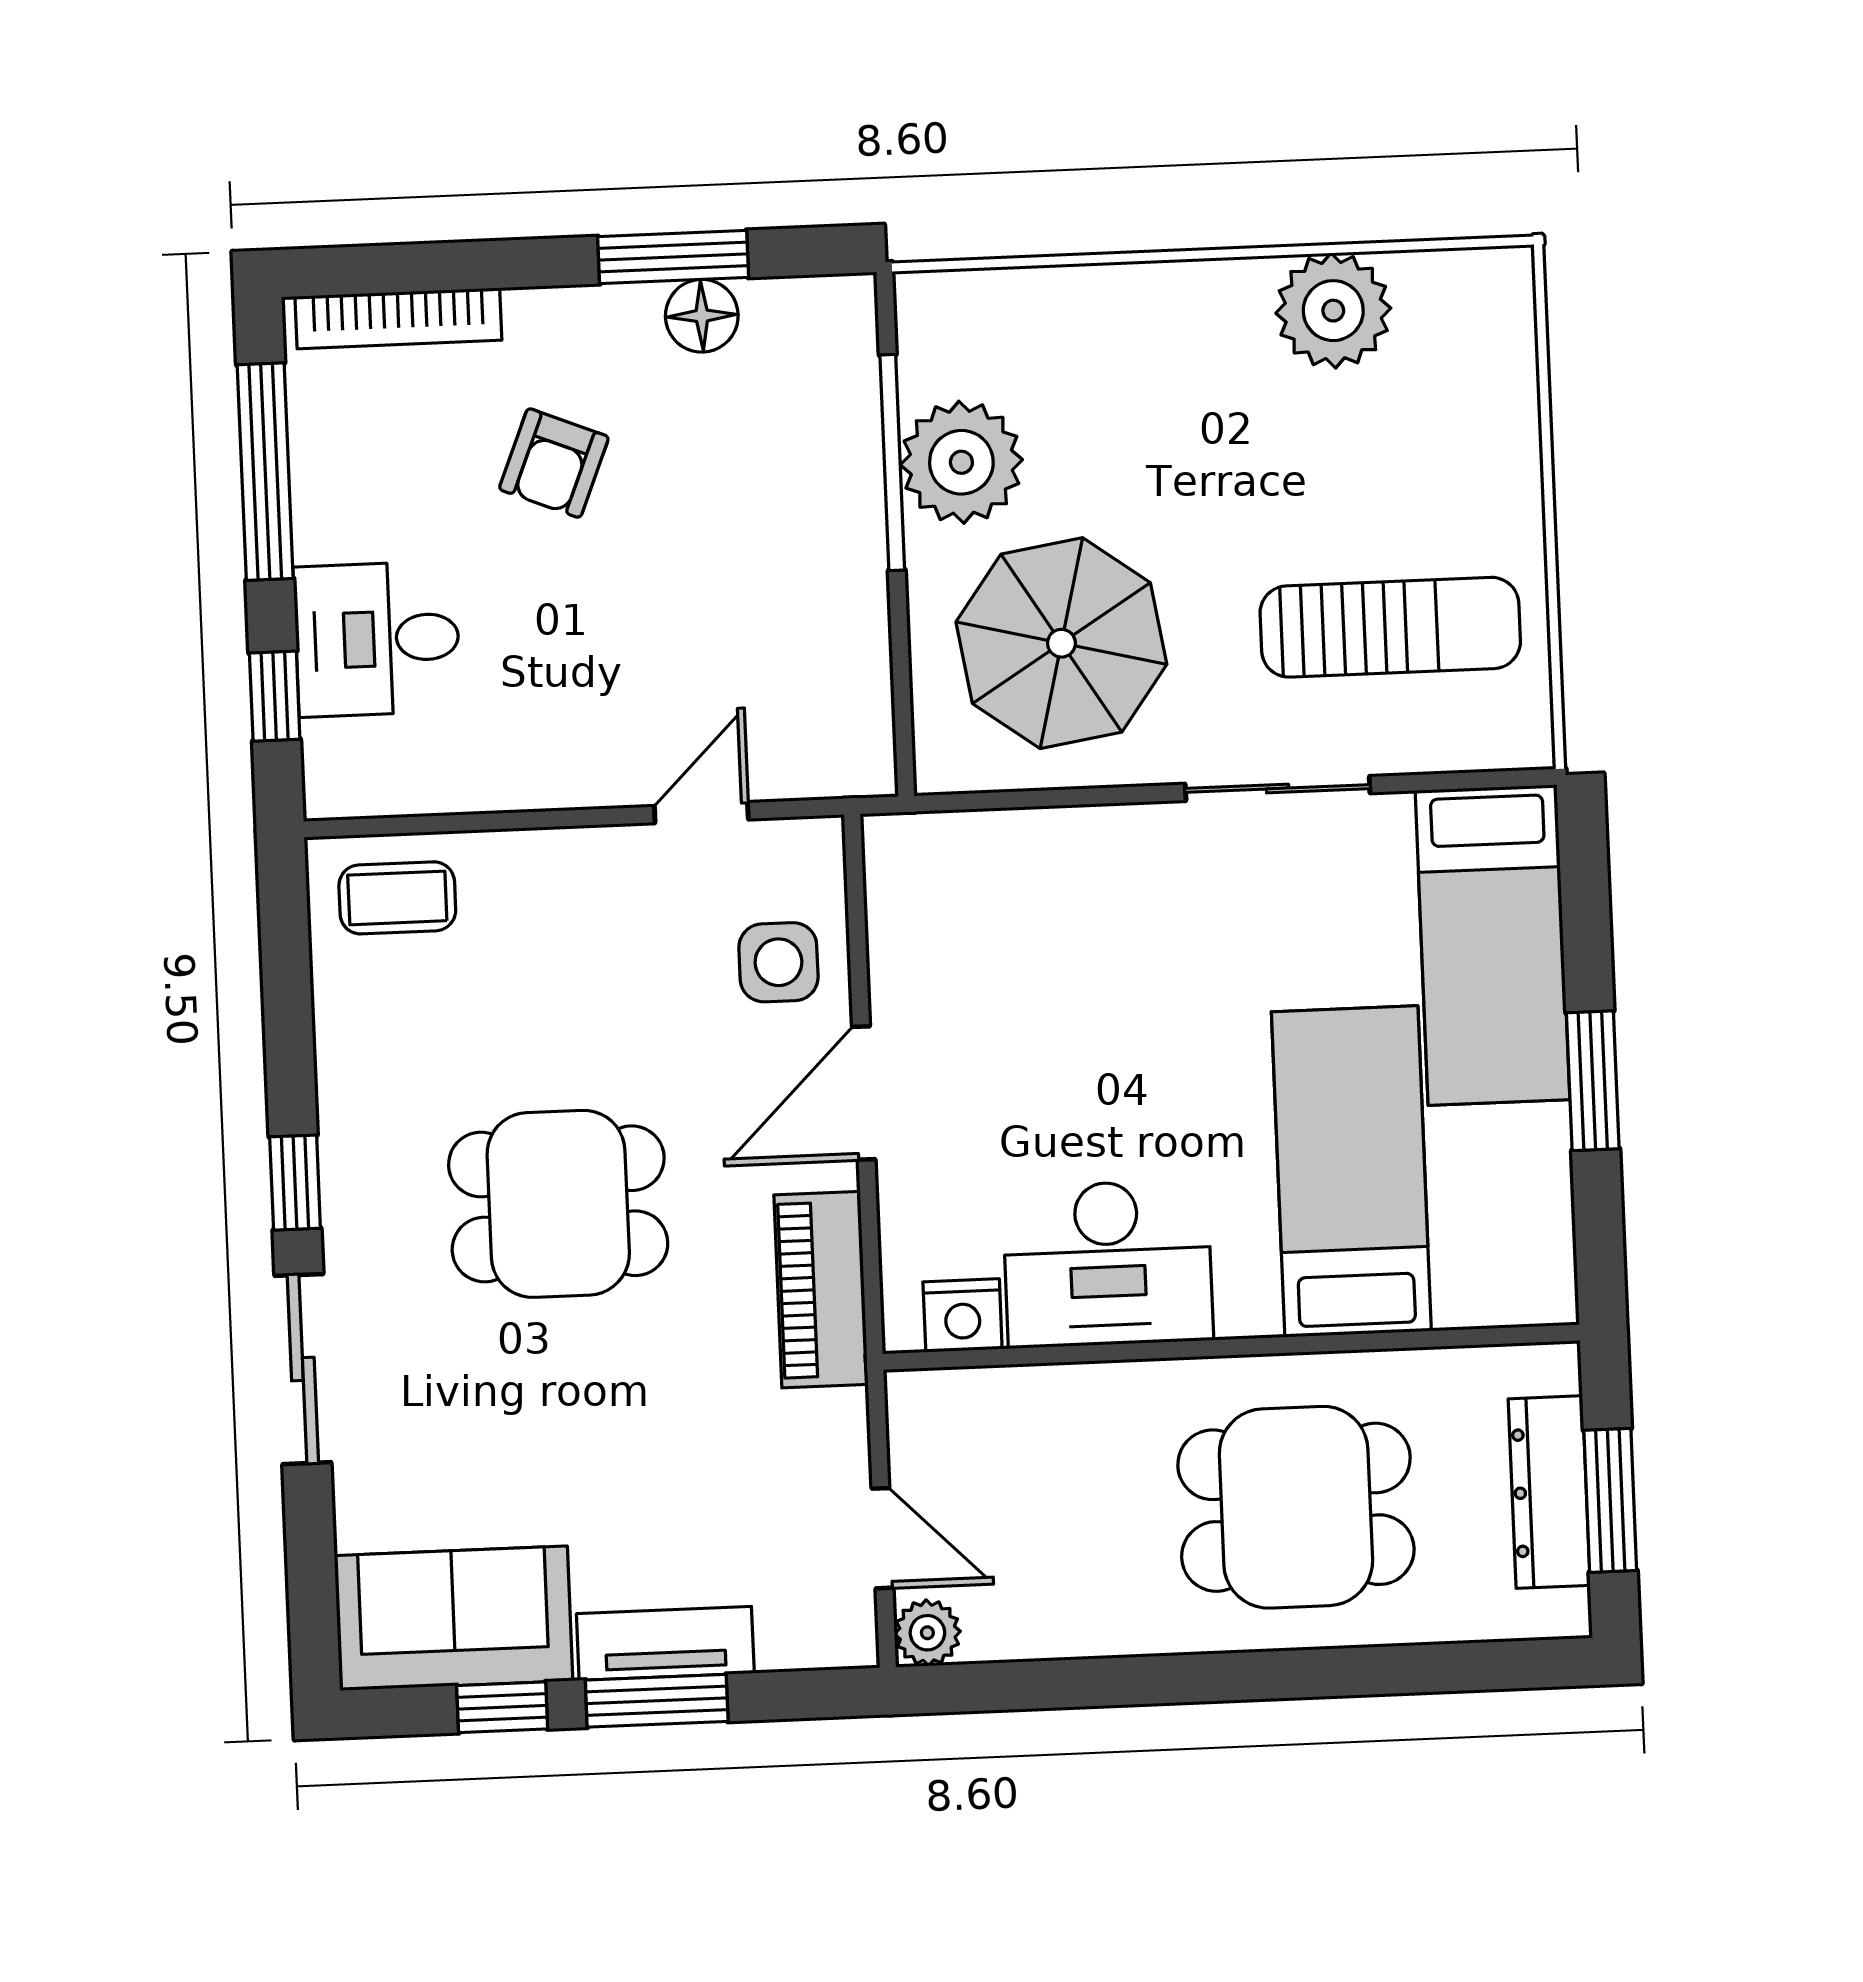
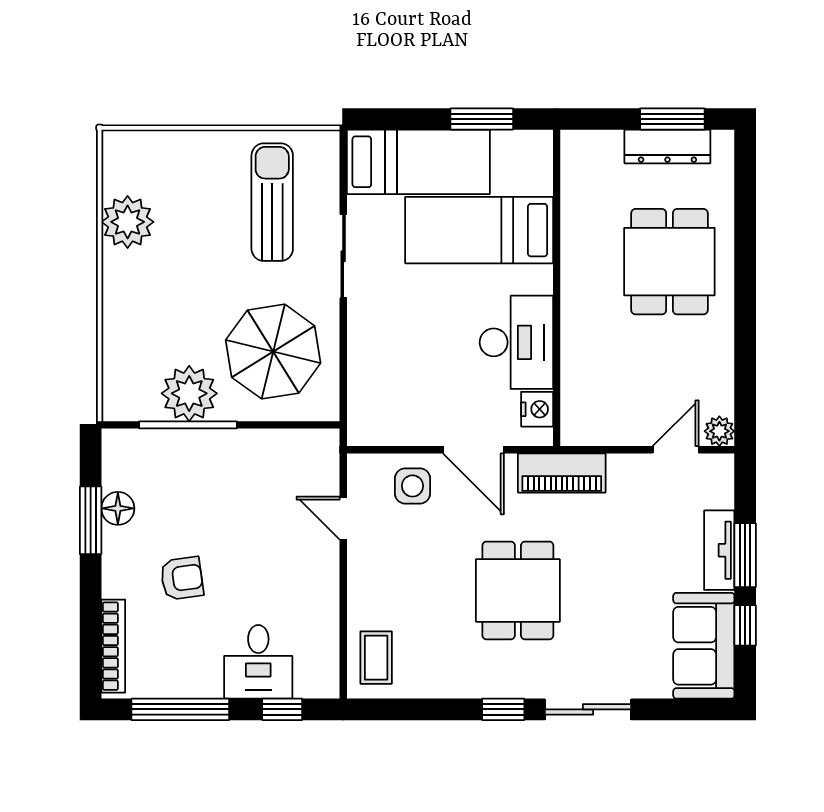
armchair: (554, 463) -> (182, 578), turned -30
bed: (1351, 1171) -> (479, 230), moved
desk: (1108, 1264) -> (516, 342), moved
nightstand: (963, 1315) -> (537, 409), moved
wall: (1231, 1347) -> (557, 288), moved

